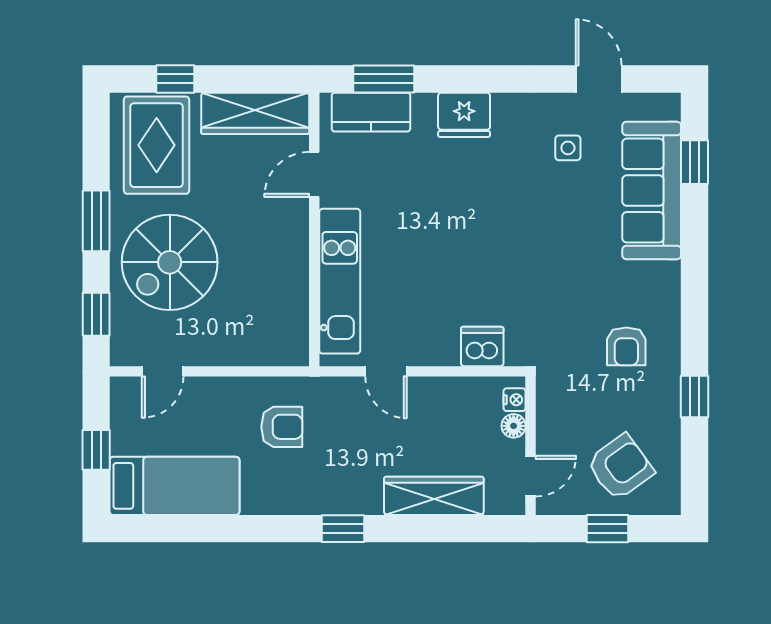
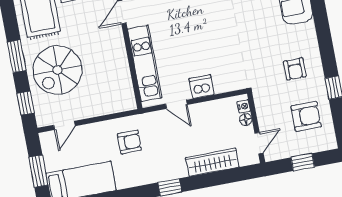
dishwasher: (482, 346) -> (202, 87), moved
window: (96, 450) -> (38, 171), width x1.50
armchair: (620, 467) -> (306, 116), moved, turned 36

